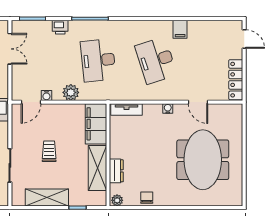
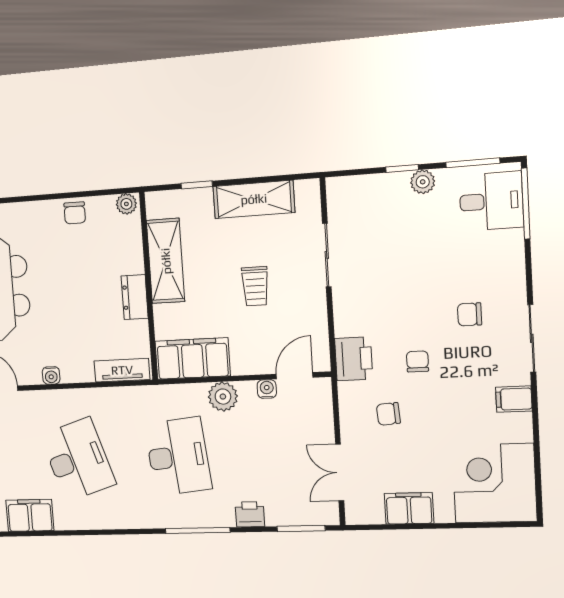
filing cabinet: (180, 29) -> (30, 515), width x2.00
filing cabinet: (96, 124) -> (192, 358), moved, turned -90
dresser: (116, 171) -> (135, 297), moved

